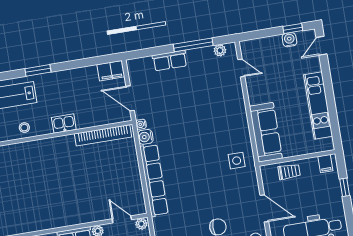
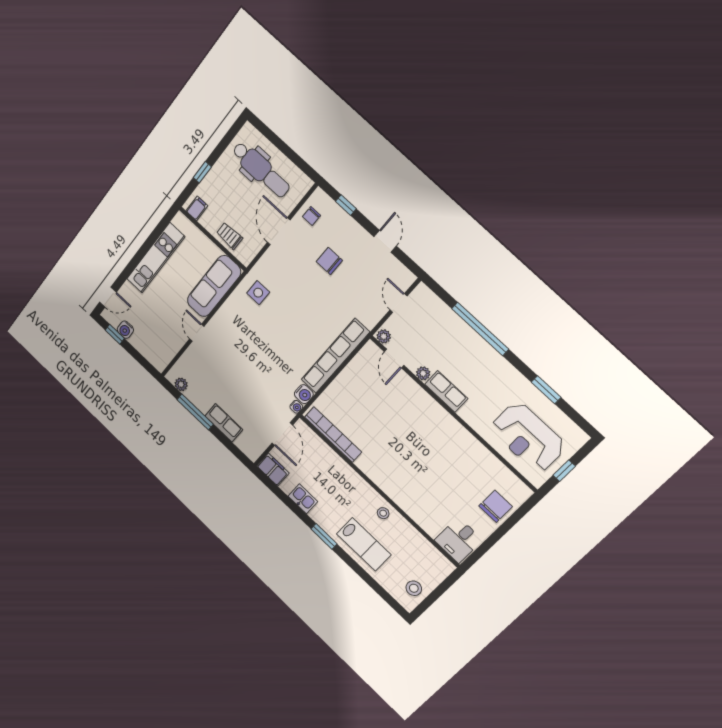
door: (241, 68) -> (197, 333), moved
kitchen sink: (64, 124) -> (303, 499), moved, turned 180

